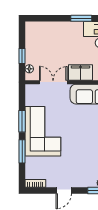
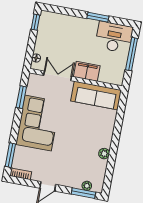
window: (22, 56) -> (36, 22), moved
window: (22, 121) -> (21, 97), moved
window: (22, 151) -> (10, 155), moved

